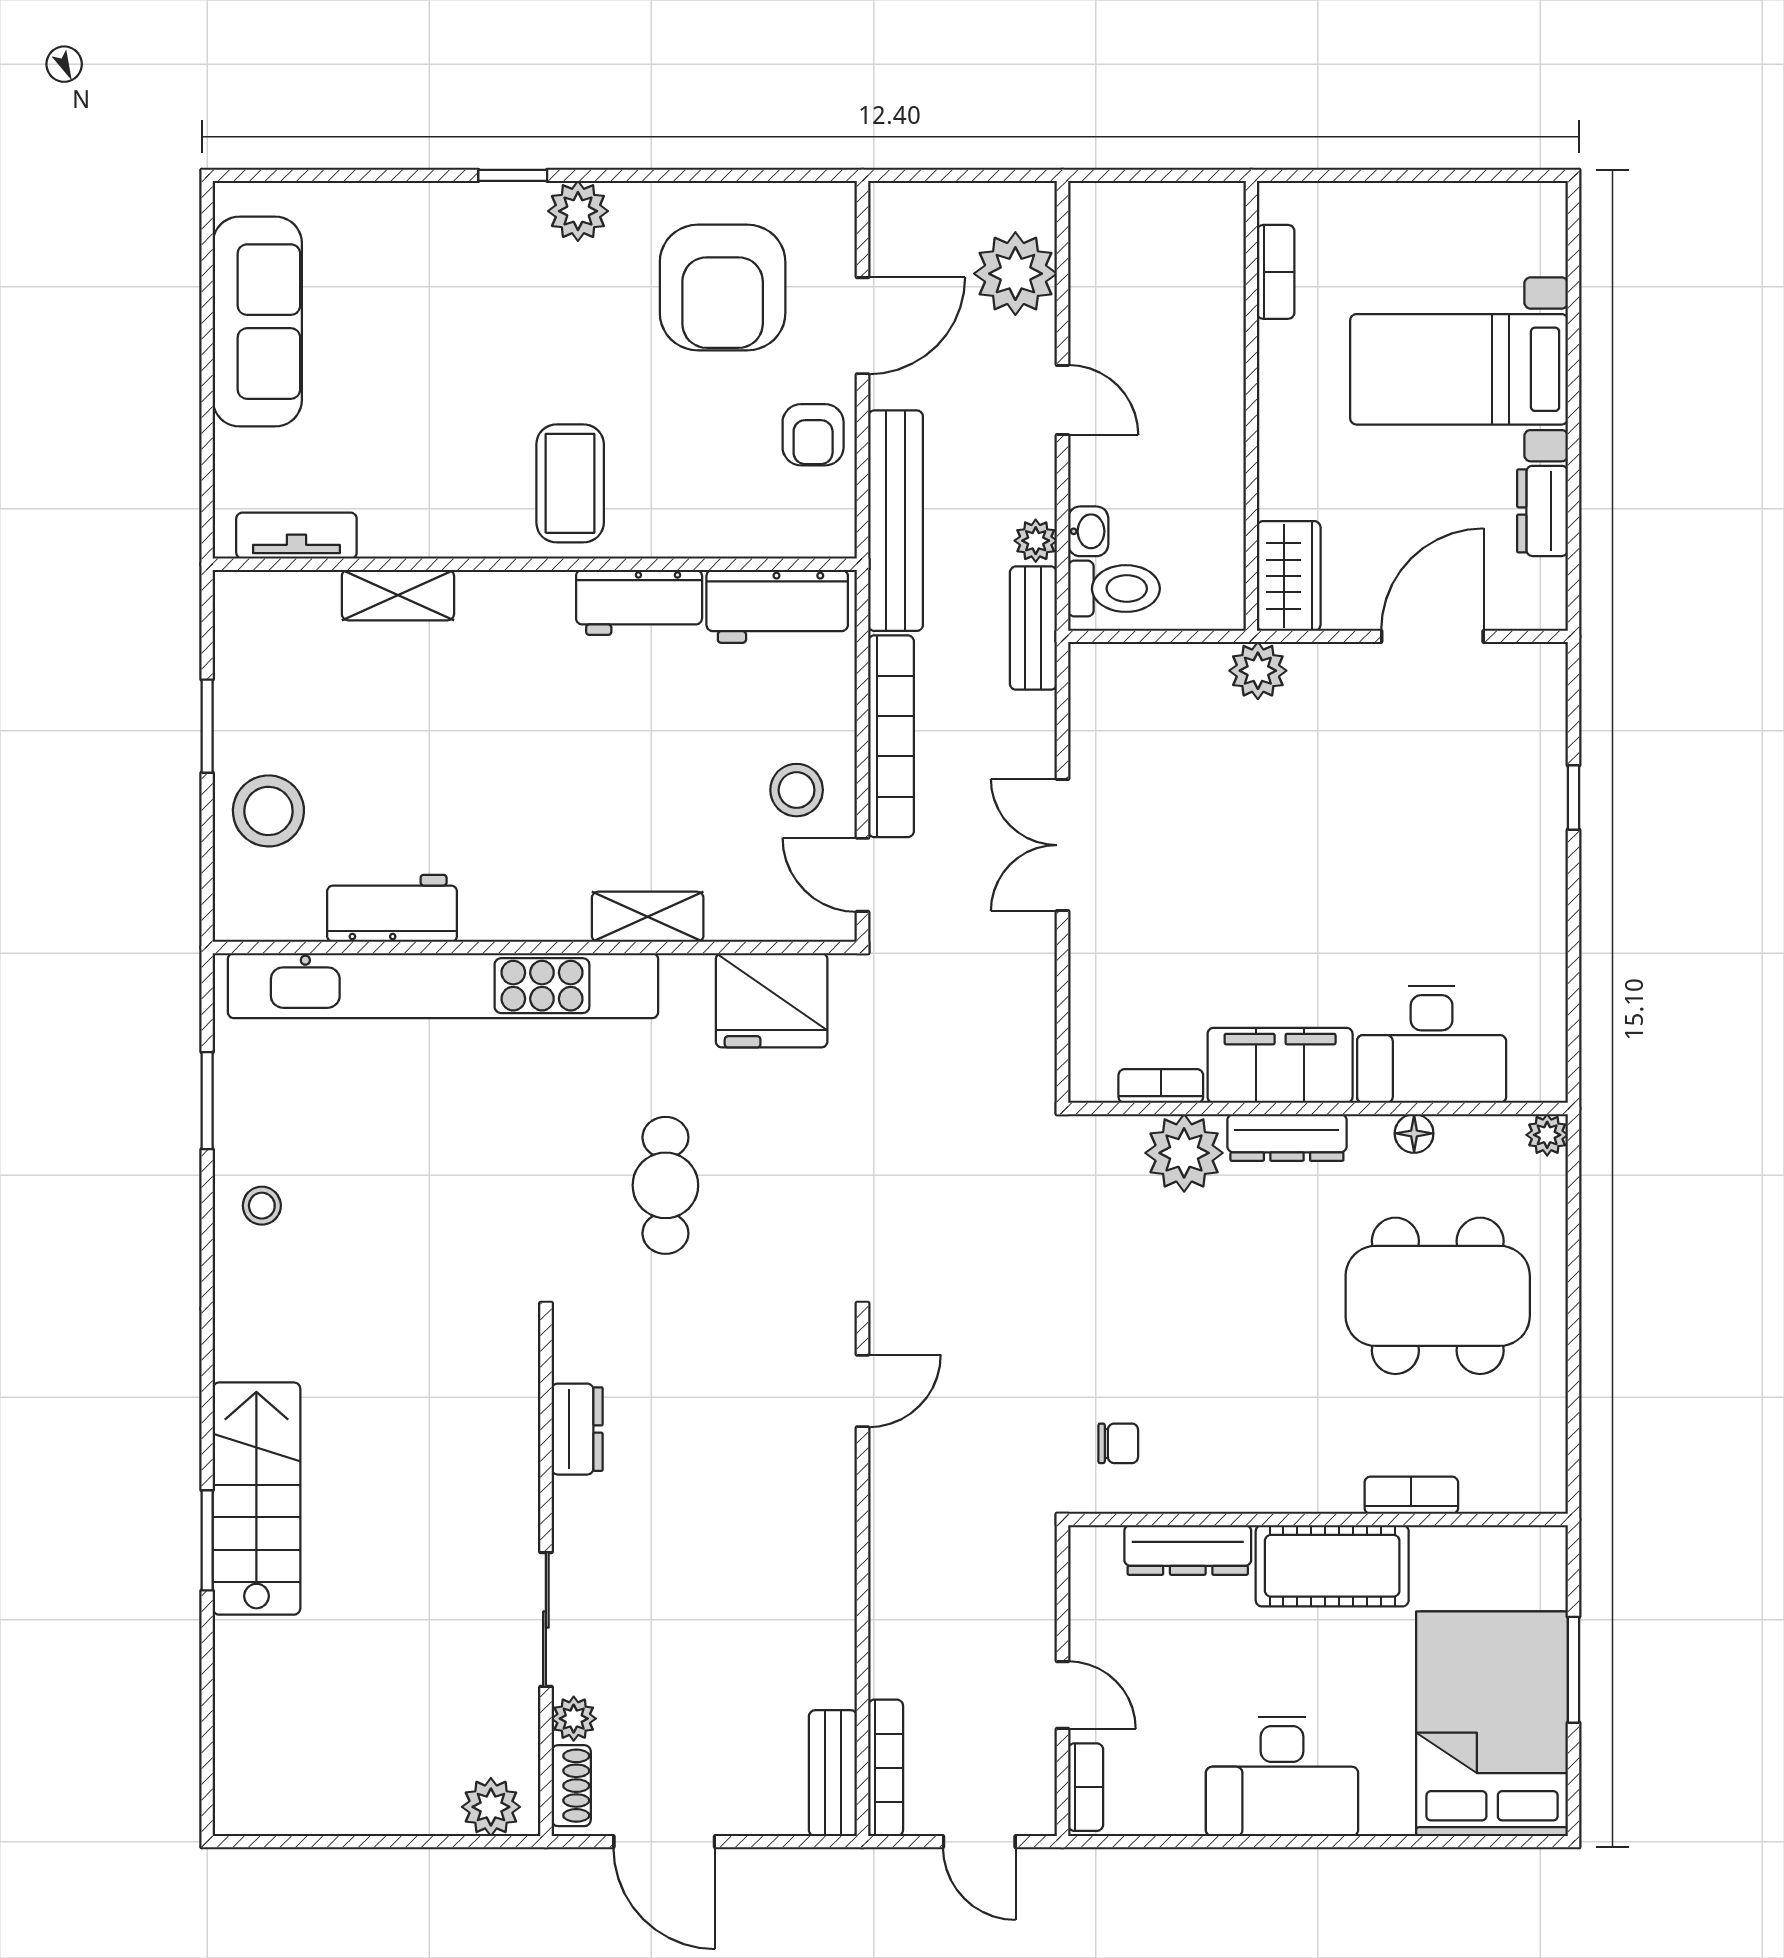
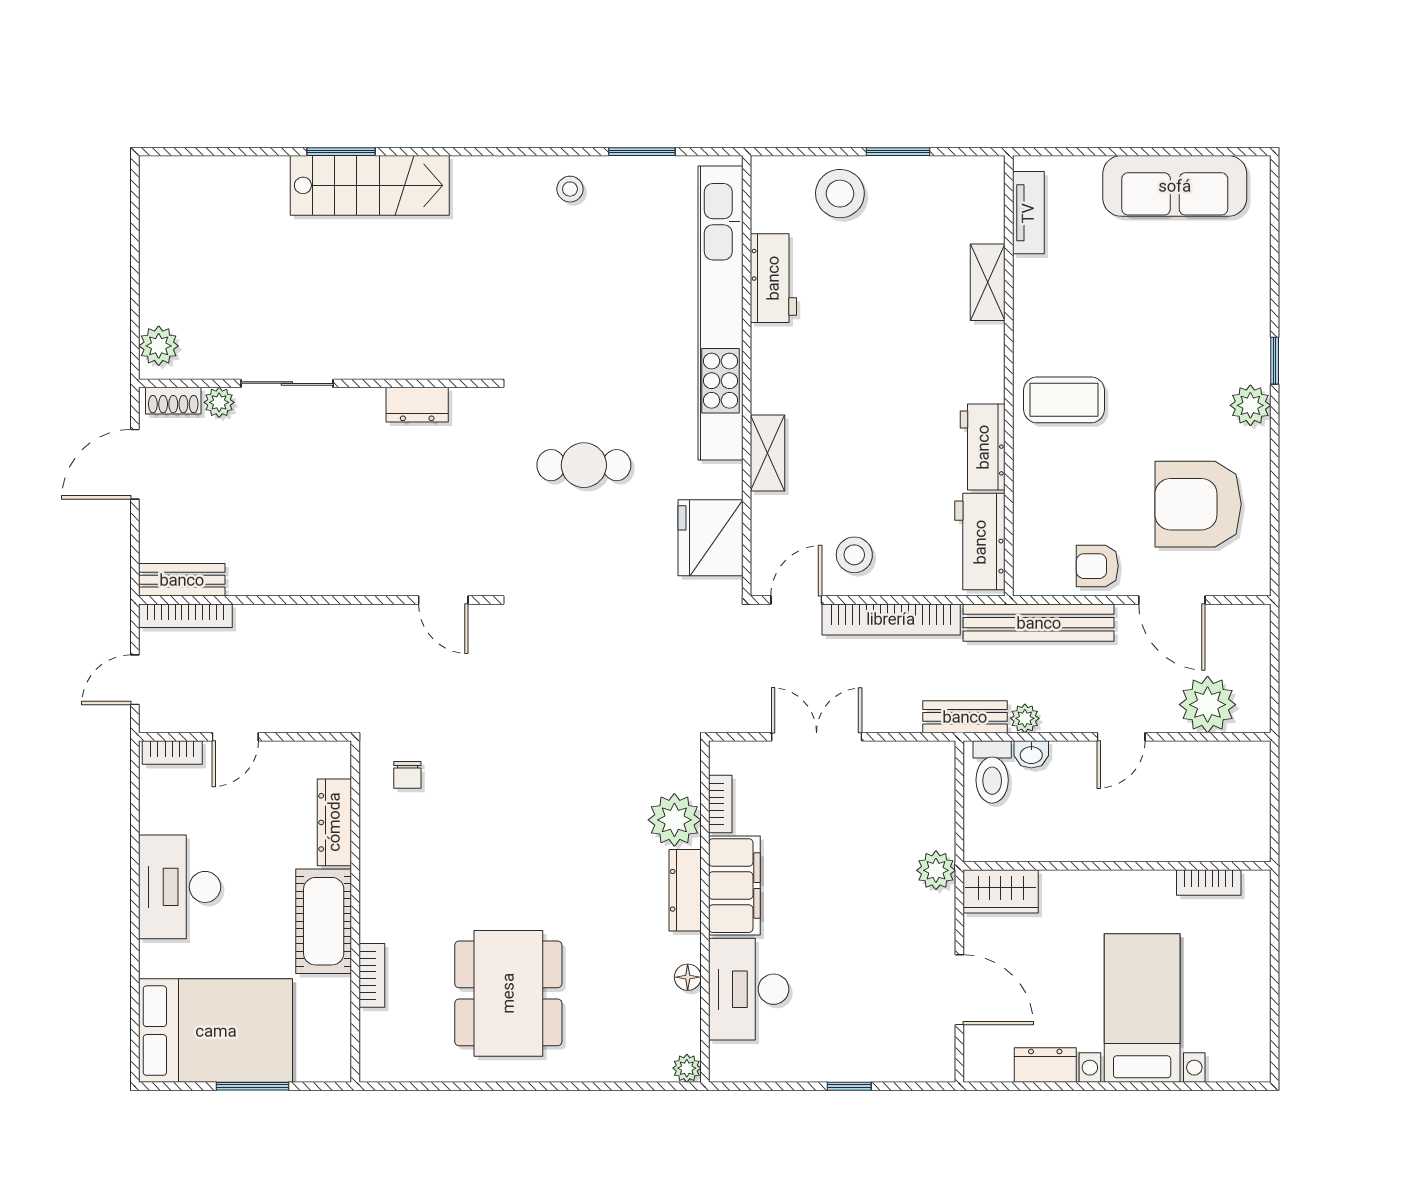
desk: (1432, 1044) -> (749, 989), moved
filing cabinet: (1280, 1065) -> (734, 886), moved
bookcase: (1161, 1086) -> (720, 804), moved
wall: (1318, 1109) -> (705, 911), moved
floor lamp: (1414, 1133) -> (688, 977), moved
plant: (1547, 1135) -> (687, 1068), moved
dresser: (1287, 1137) -> (685, 890), moved
plant: (1184, 1153) -> (674, 820), moved

